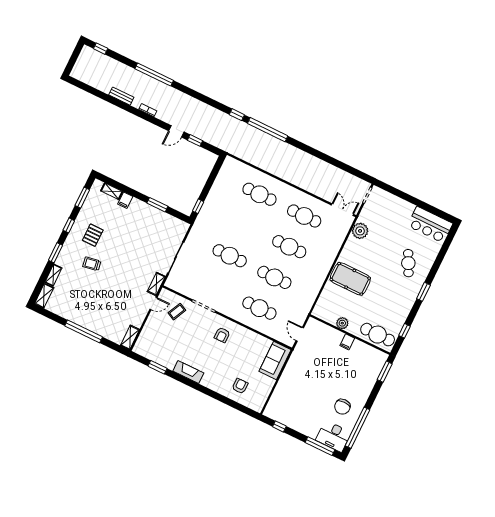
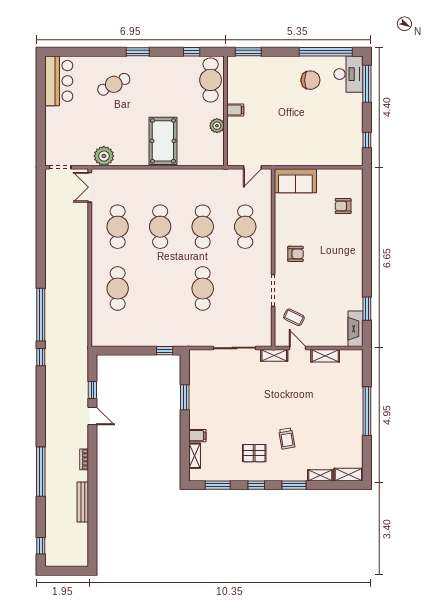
bench: (121, 96) -> (83, 502), width x1.36
shelving: (130, 338) -> (325, 356), moved
fireplace: (188, 372) -> (355, 329), moved

